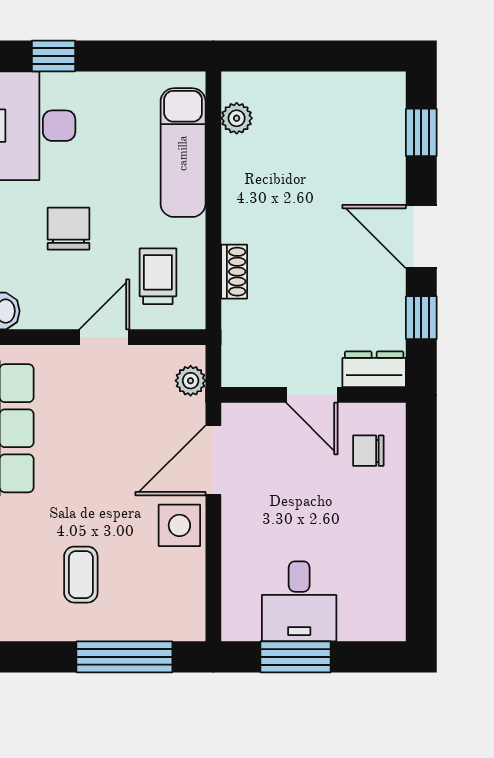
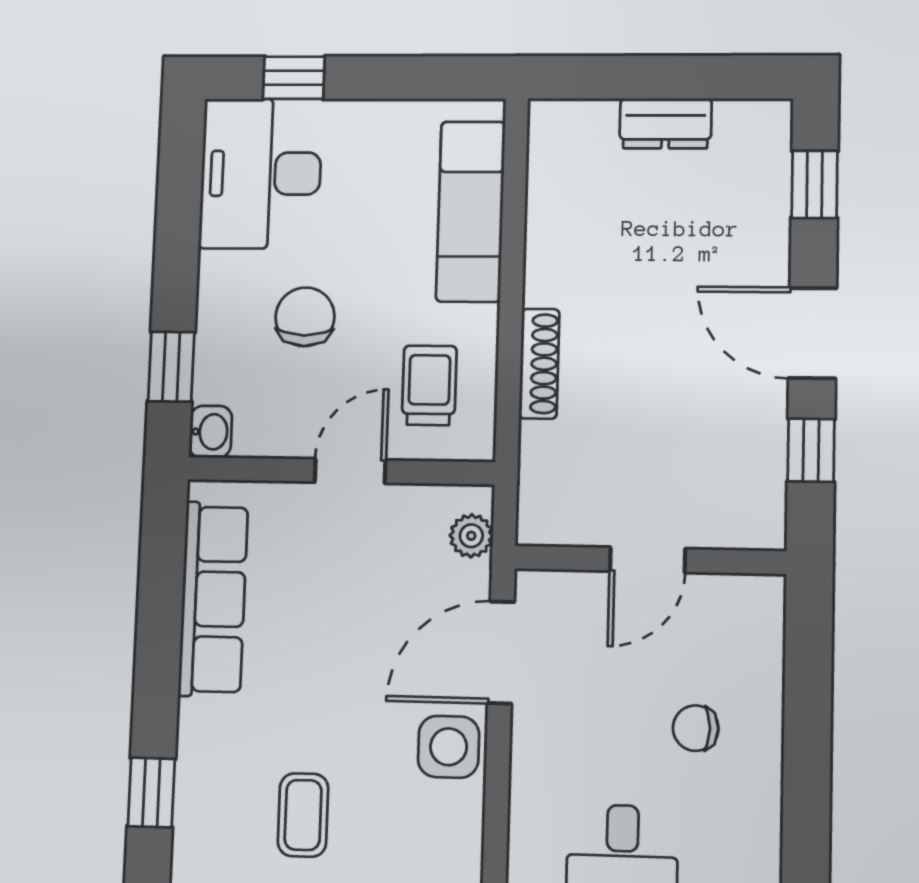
plant: (237, 118) -> (548, 164), removed
shoe rack: (234, 272) -> (539, 364), width x1.43
dresser: (374, 369) -> (666, 123), moved, turned 180
door: (312, 395) -> (647, 560), hinge flipped
chair: (368, 451) -> (696, 728), moved

